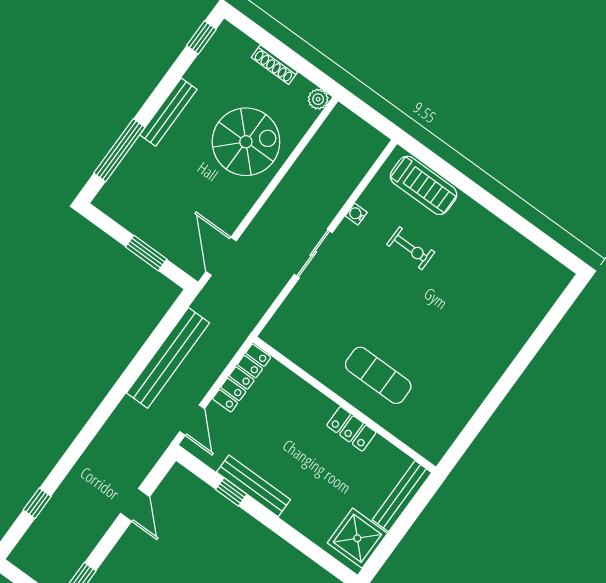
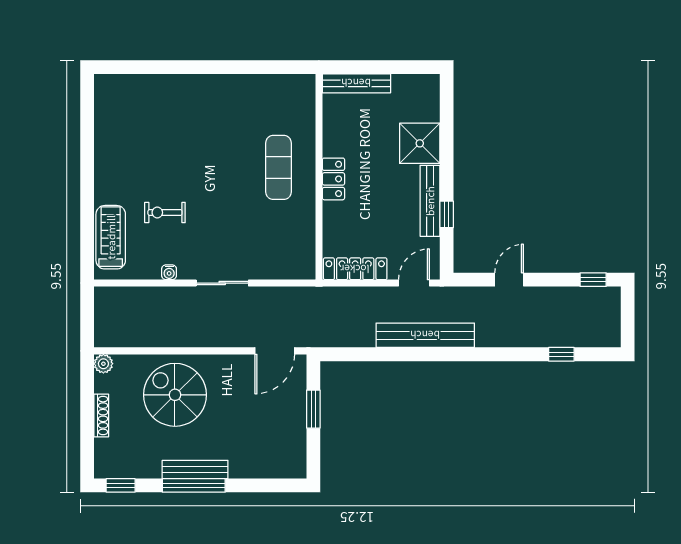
window: (119, 150) -> (194, 485), moved
exercise bike: (411, 248) -> (165, 213), turned -90
bench: (168, 358) -> (425, 335), moved
locker: (351, 429) -> (333, 179), moved
shower: (357, 538) -> (420, 143), moved

